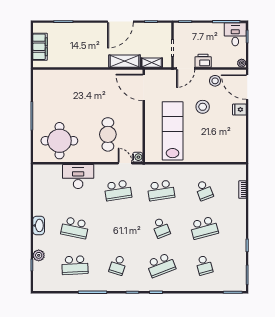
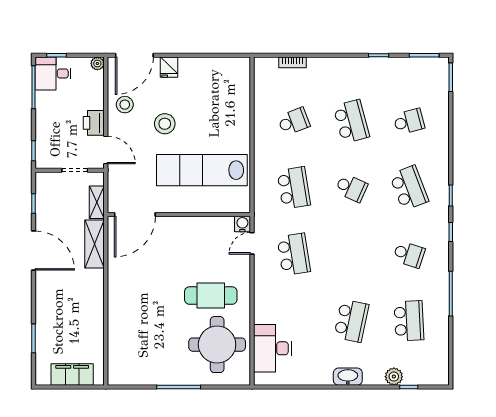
cafe table: (108, 134) -> (211, 296), moved
desk: (78, 177) -> (272, 348), moved
school desk: (161, 228) -> (351, 188), turned 45

